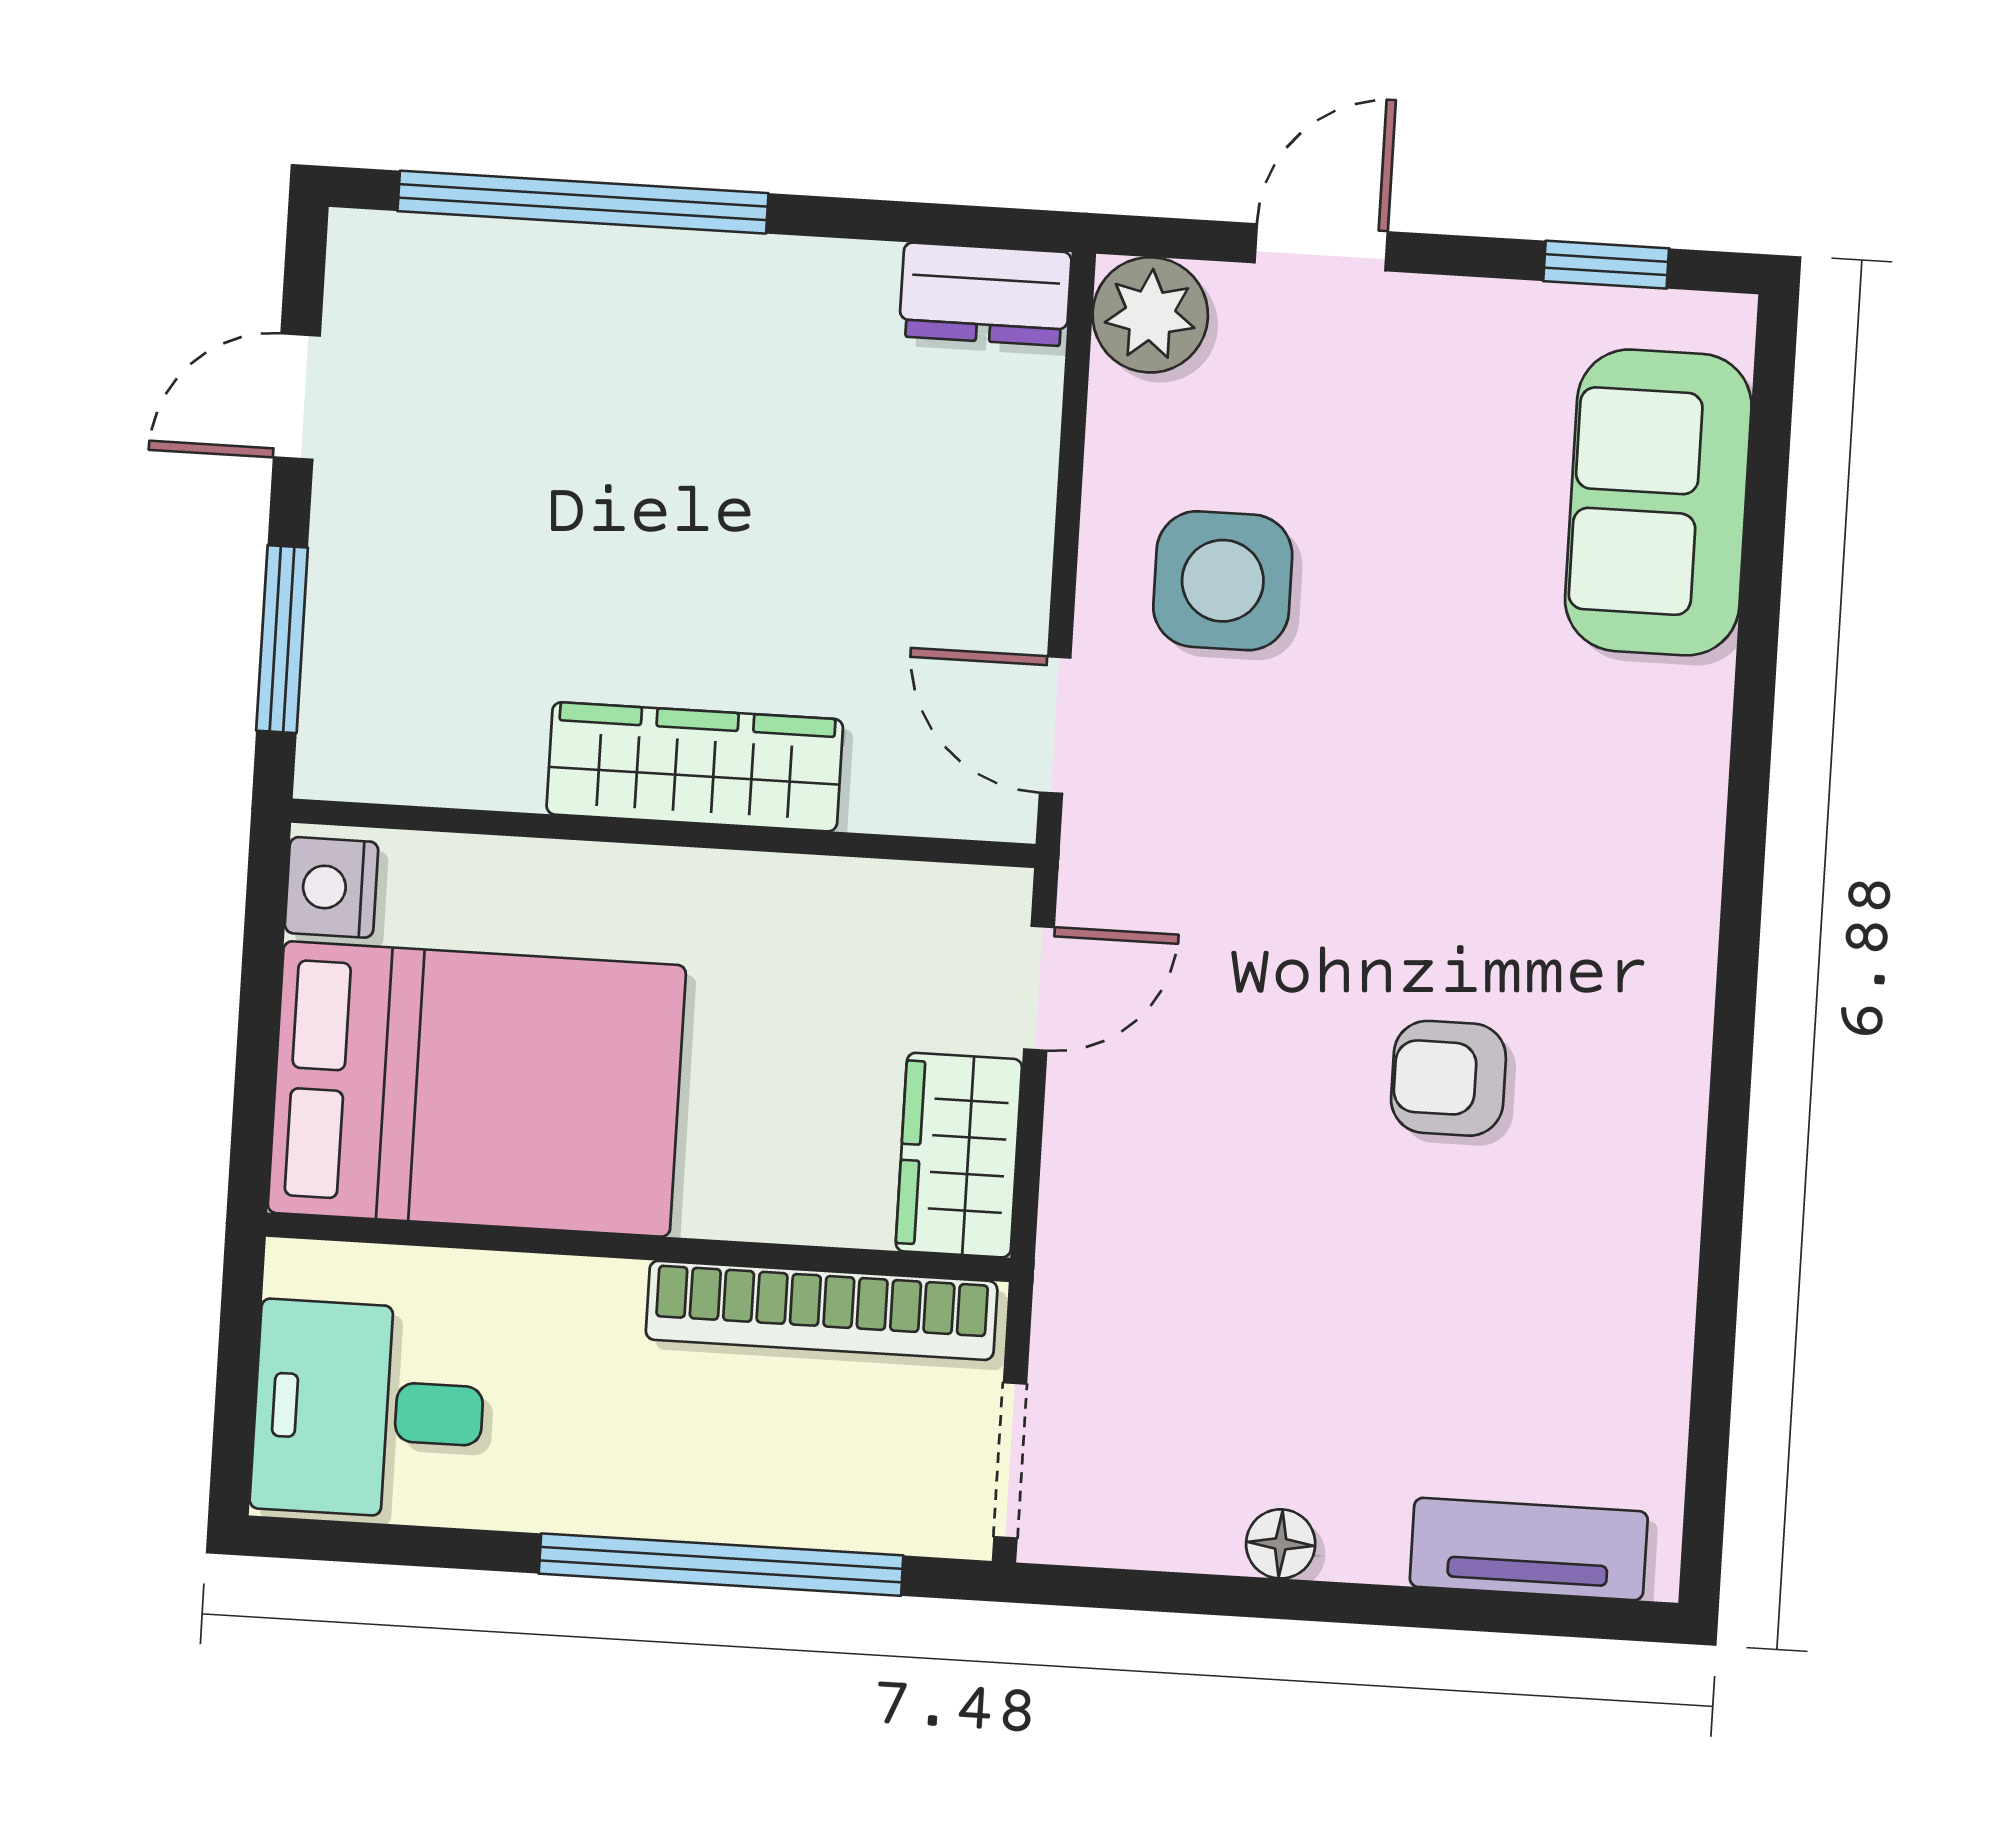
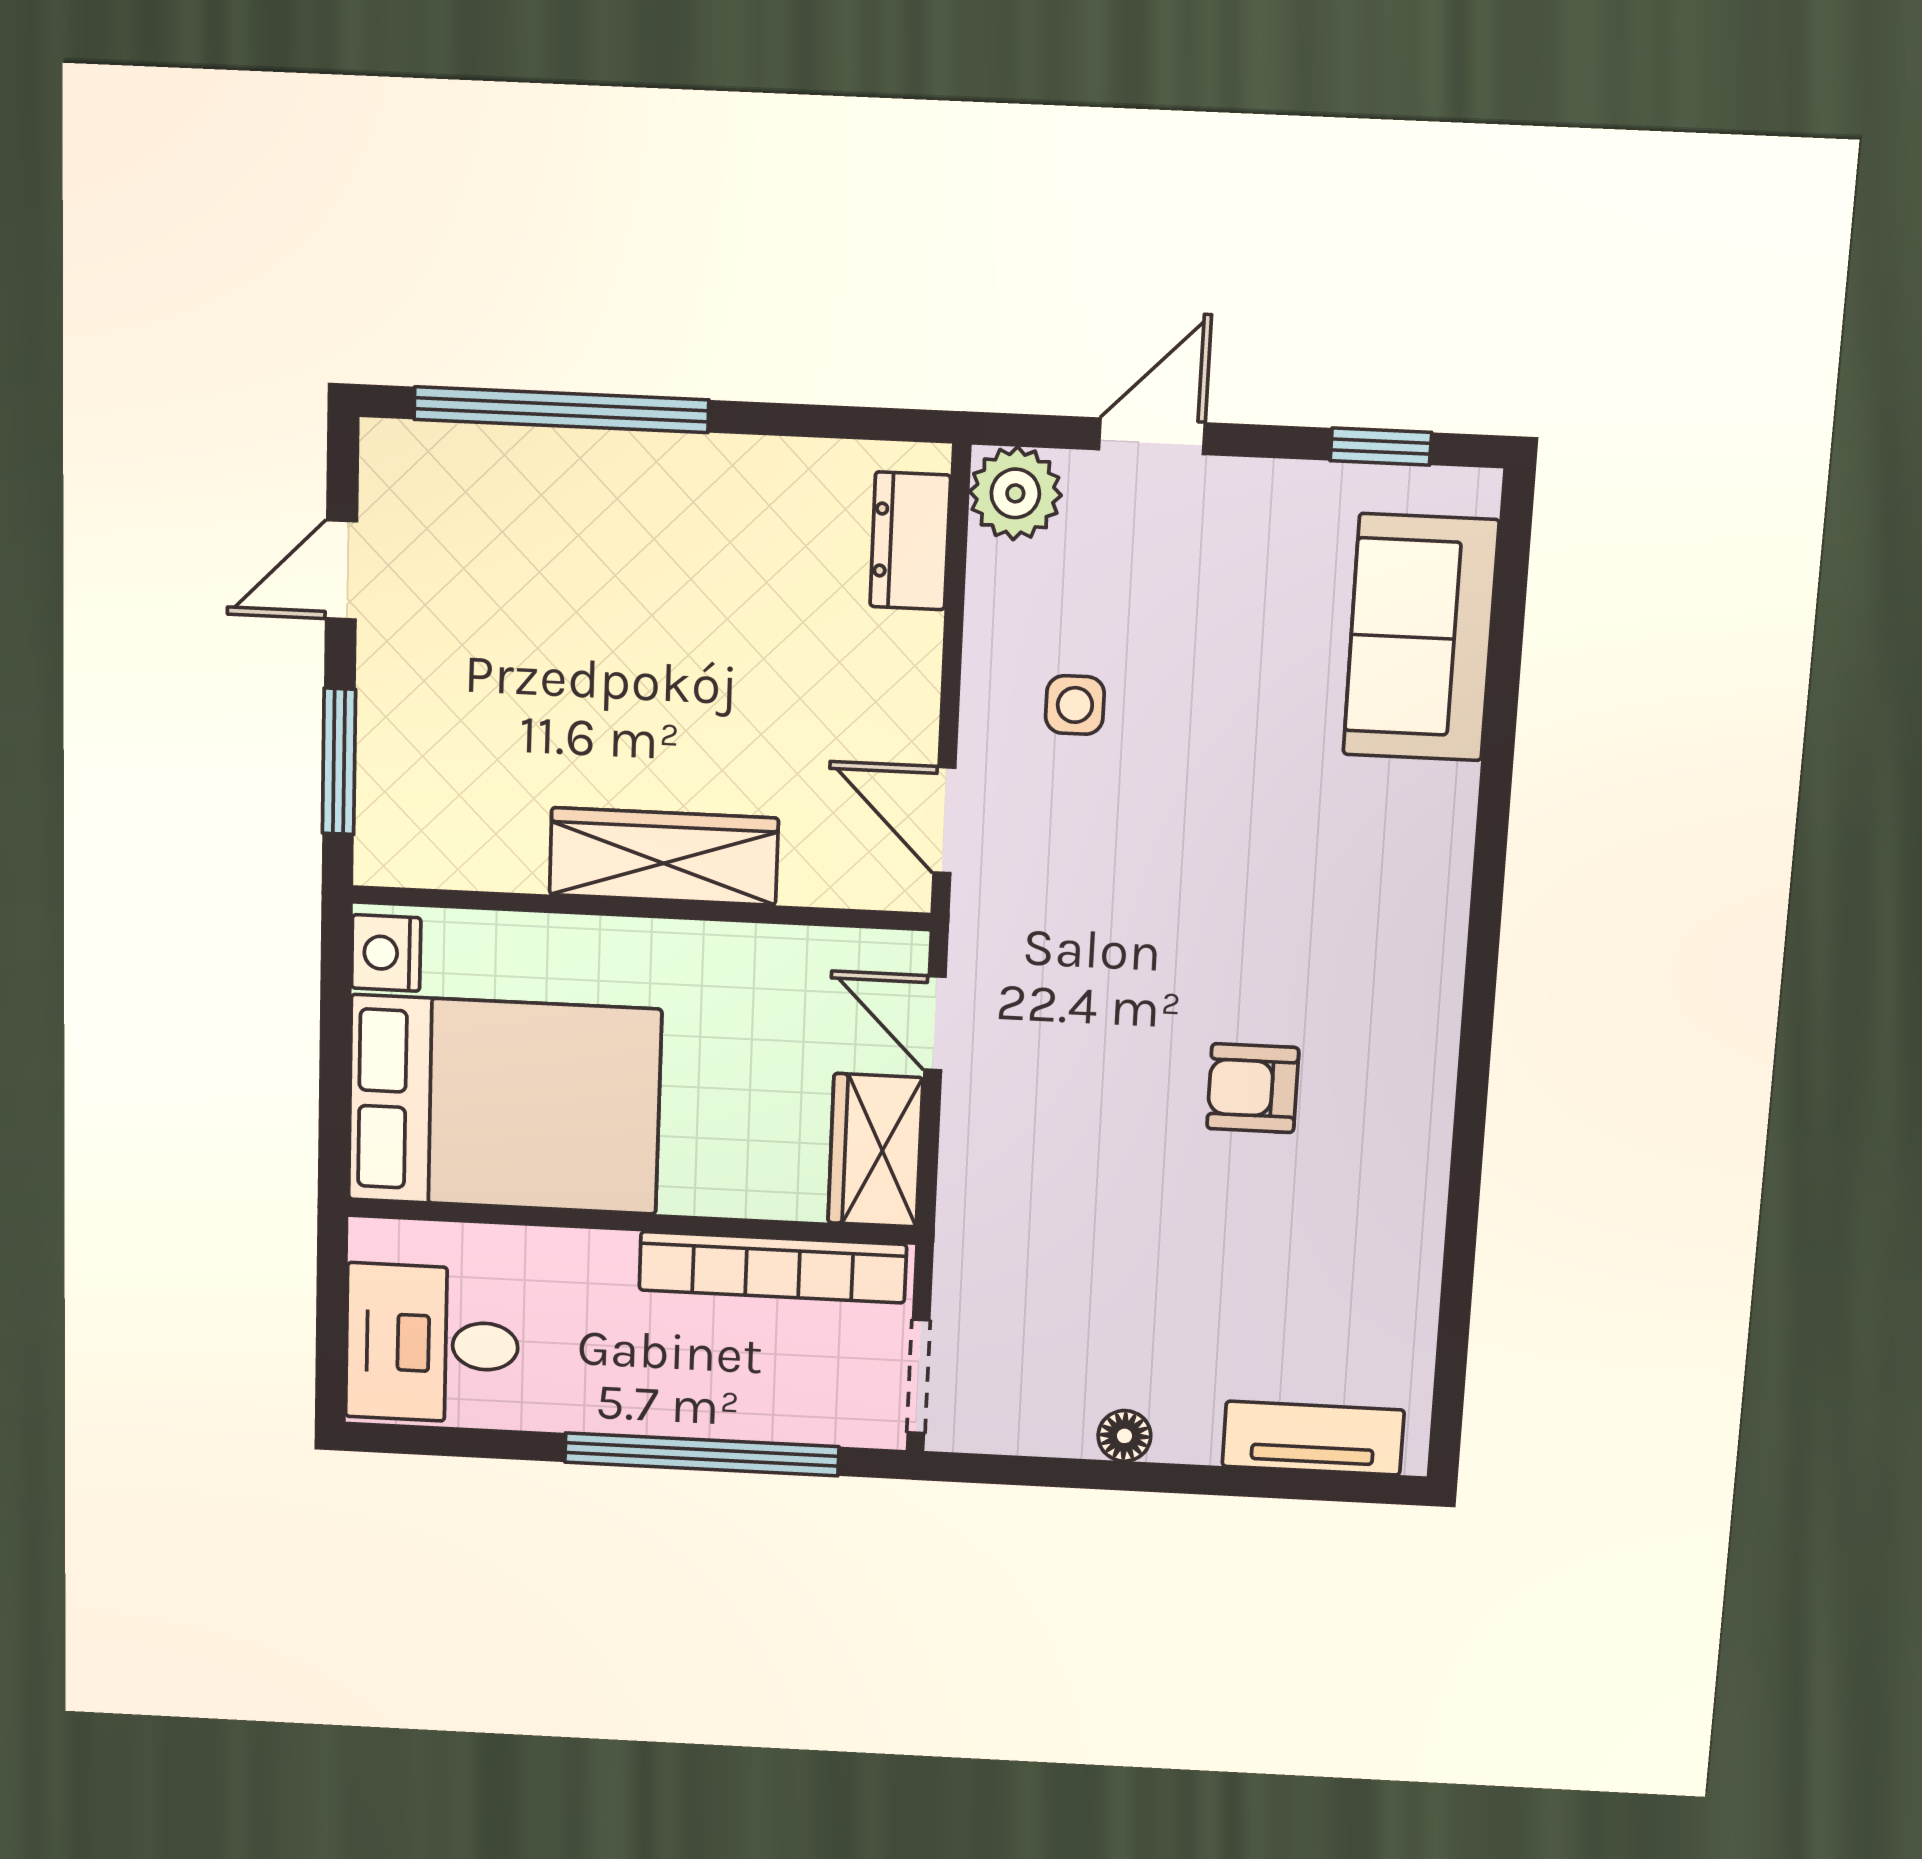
dresser: (985, 294) -> (910, 541), moved, turned 90
side table: (1223, 581) -> (1075, 705), width x0.54, depth x0.54
door: (1039, 988) -> (935, 1023), swing flipped

